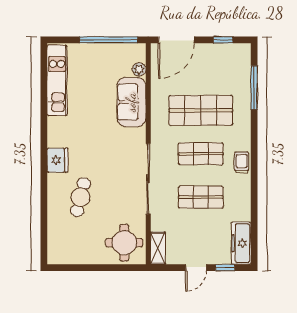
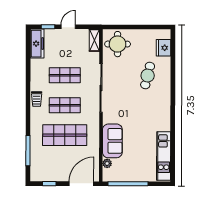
fridge: (57, 160) -> (164, 48), moved

